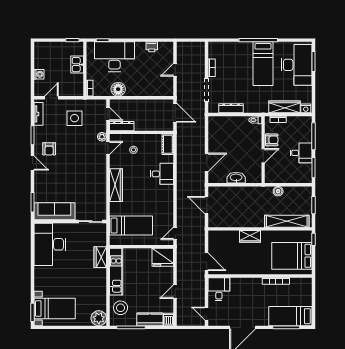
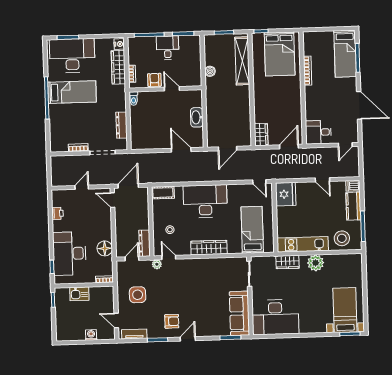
door: (175, 70) -> (82, 187), swing flipped
door: (162, 98) -> (113, 200), added
desk: (162, 174) -> (205, 201), width x1.87, depth x1.30
wardrobe: (250, 236) -> (261, 134), moved
plant: (99, 318) -> (316, 263), moved

